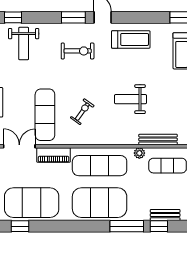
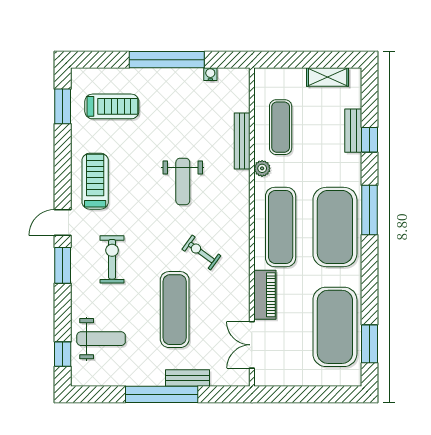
exercise mat: (45, 115) -> (175, 310), moved, turned 90
window: (20, 226) -> (370, 344), width x1.50
window: (127, 226) -> (370, 210), moved

